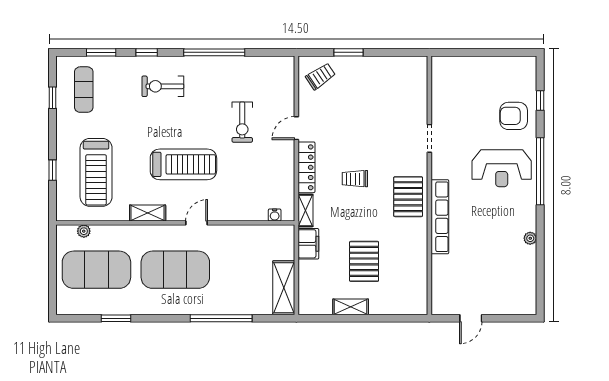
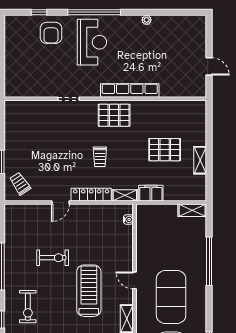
exercise bike: (242, 122) -> (53, 258), moved
door: (296, 128) -> (61, 203), hinge flipped
shelving: (284, 288) -> (192, 210), width x0.67, depth x0.75

